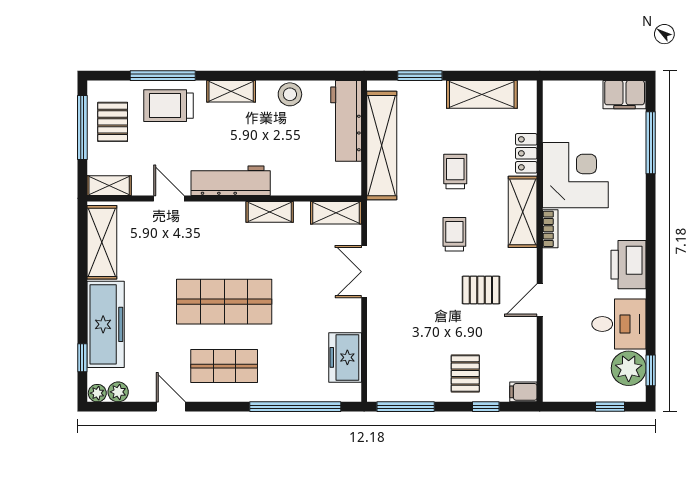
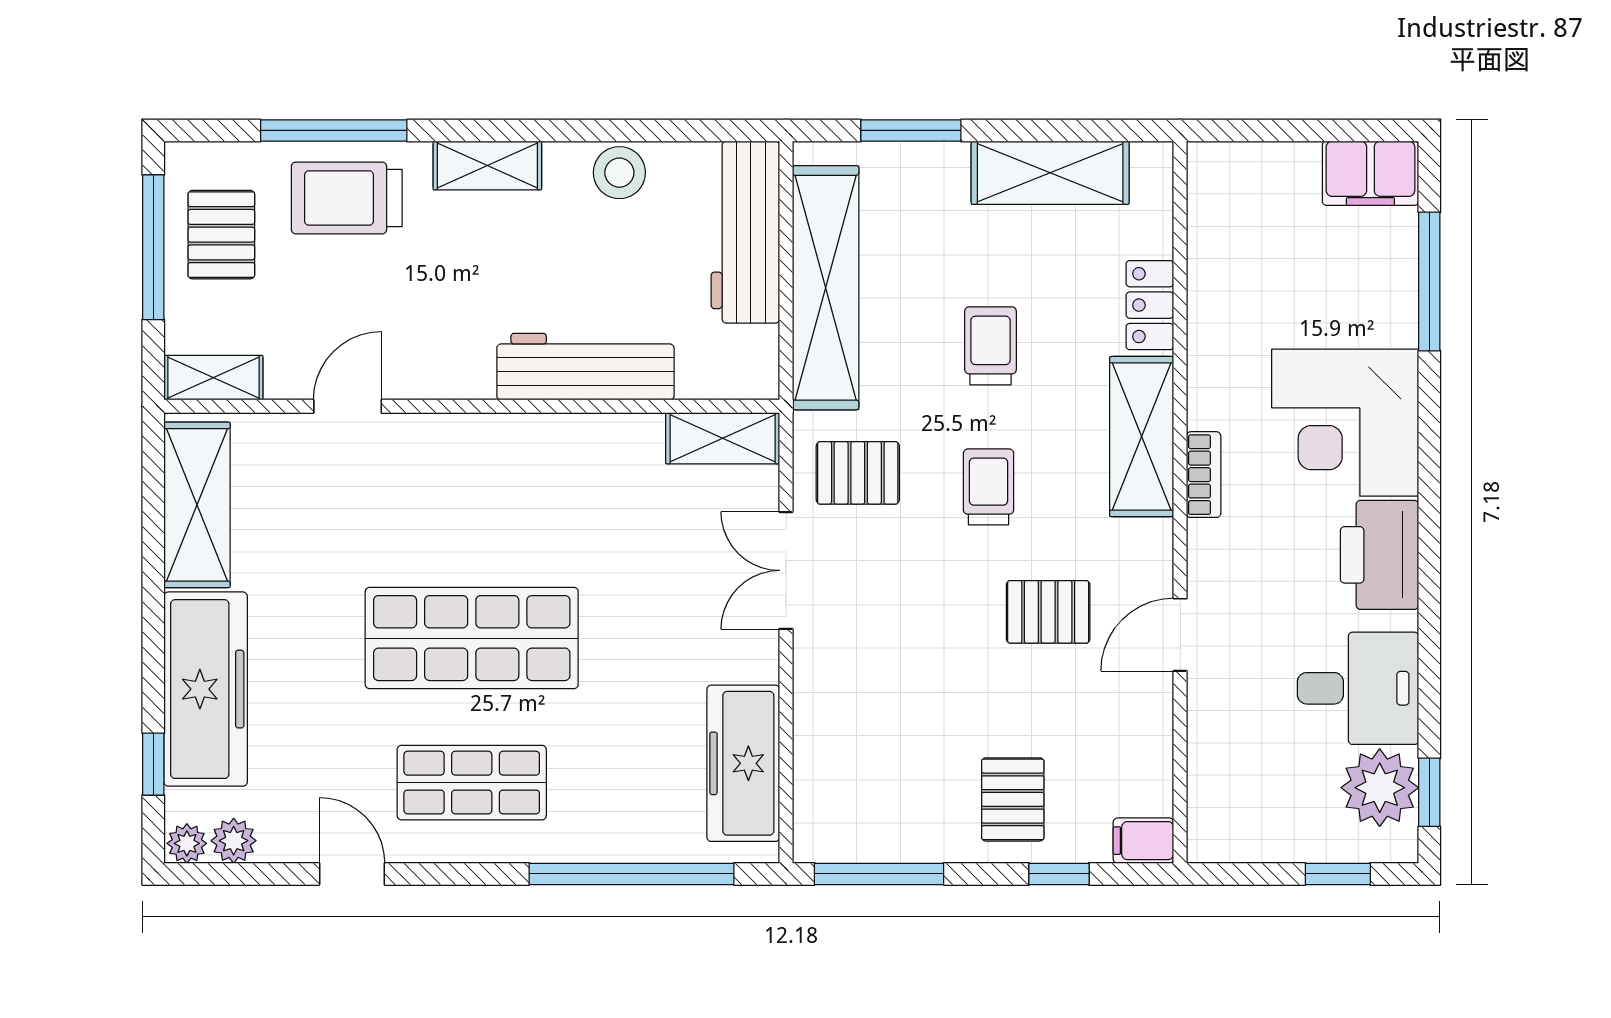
corner desk: (575, 175) -> (1345, 423), moved, turned 180
workbench: (231, 181) -> (585, 367), moved
door: (169, 198) -> (348, 406), hinge flipped
shelving: (270, 212) -> (574, 436), removed
pallet: (396, 228) -> (858, 473), added
freezer: (345, 357) -> (743, 763), width x1.40

